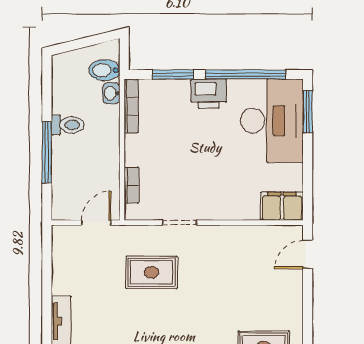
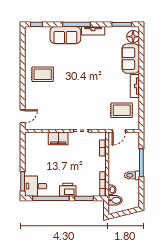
desk: (272, 121) -> (36, 186), width x0.53, depth x0.77
filing cabinet: (282, 206) -> (58, 138), moved
rug: (152, 272) -> (122, 110), moved

